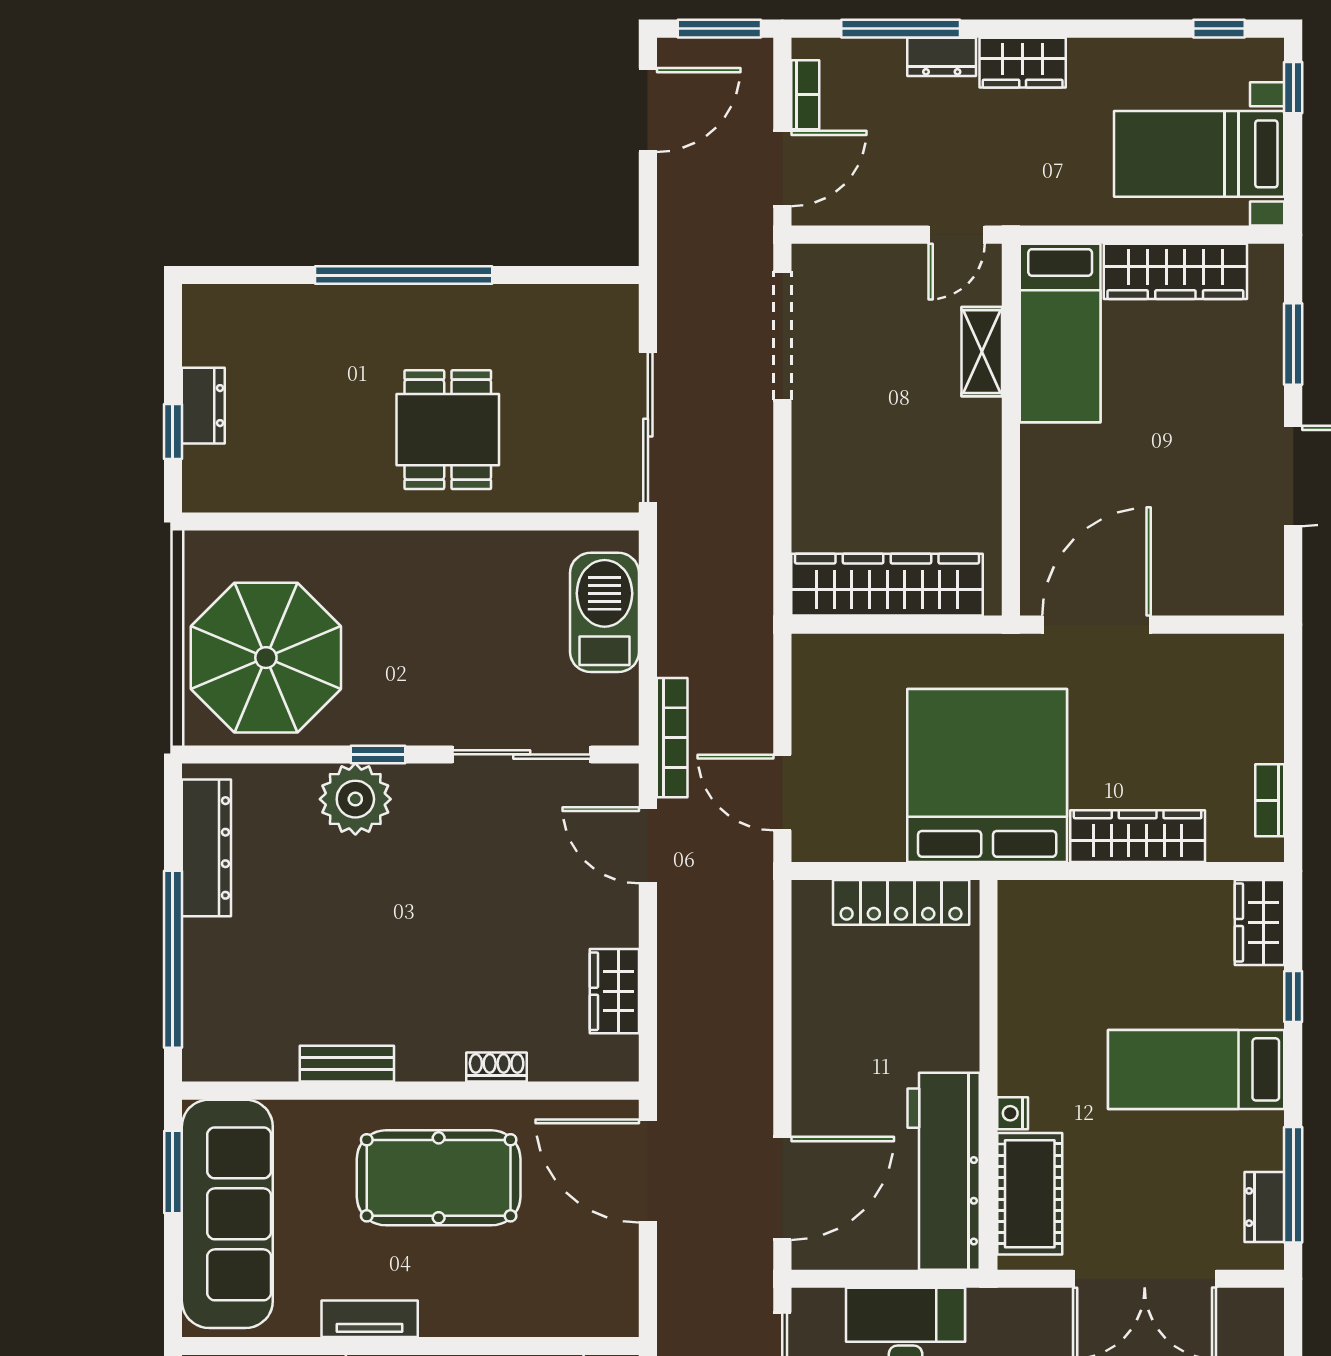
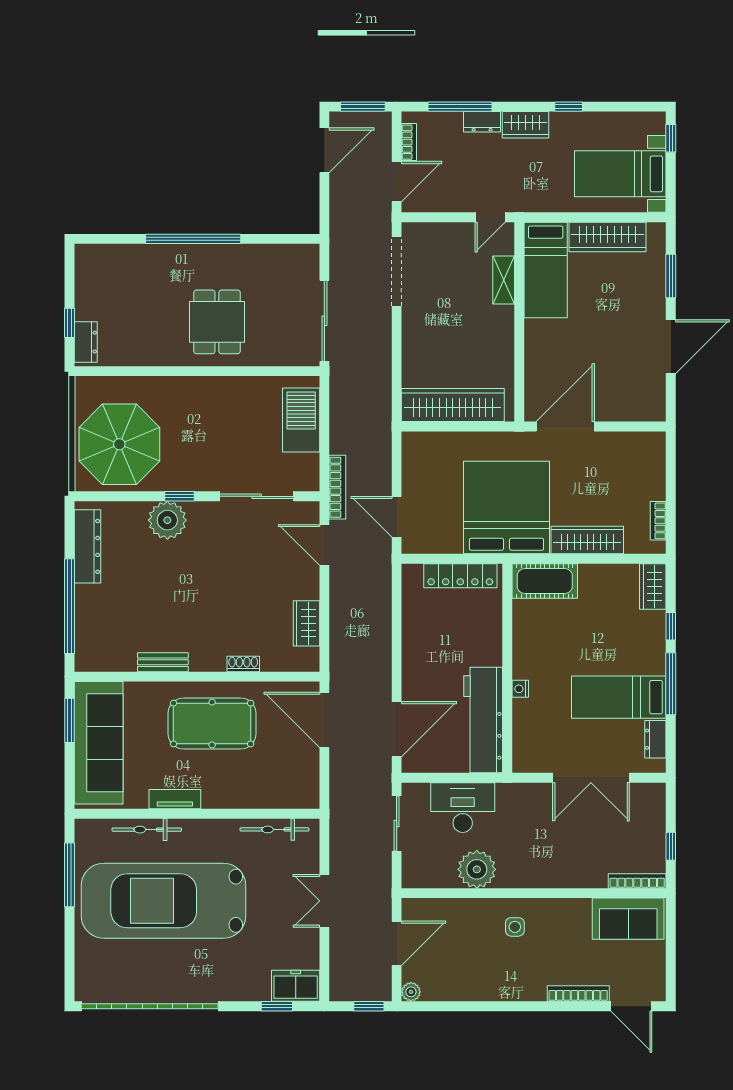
window: (1219, 29) -> (569, 107), moved
dresser: (203, 406) -> (86, 342), moved
bed: (1196, 1069) -> (619, 697), moved
window: (1293, 1185) -> (671, 684), moved
cot: (1030, 1194) -> (545, 581), moved, turned 90

